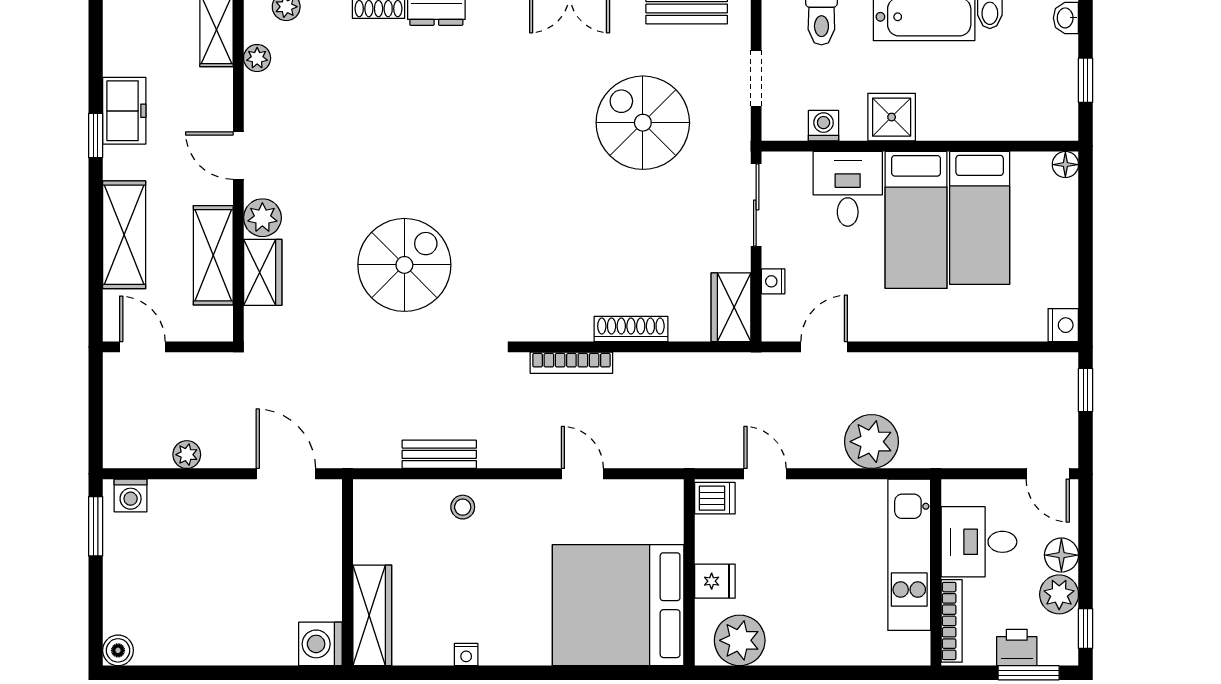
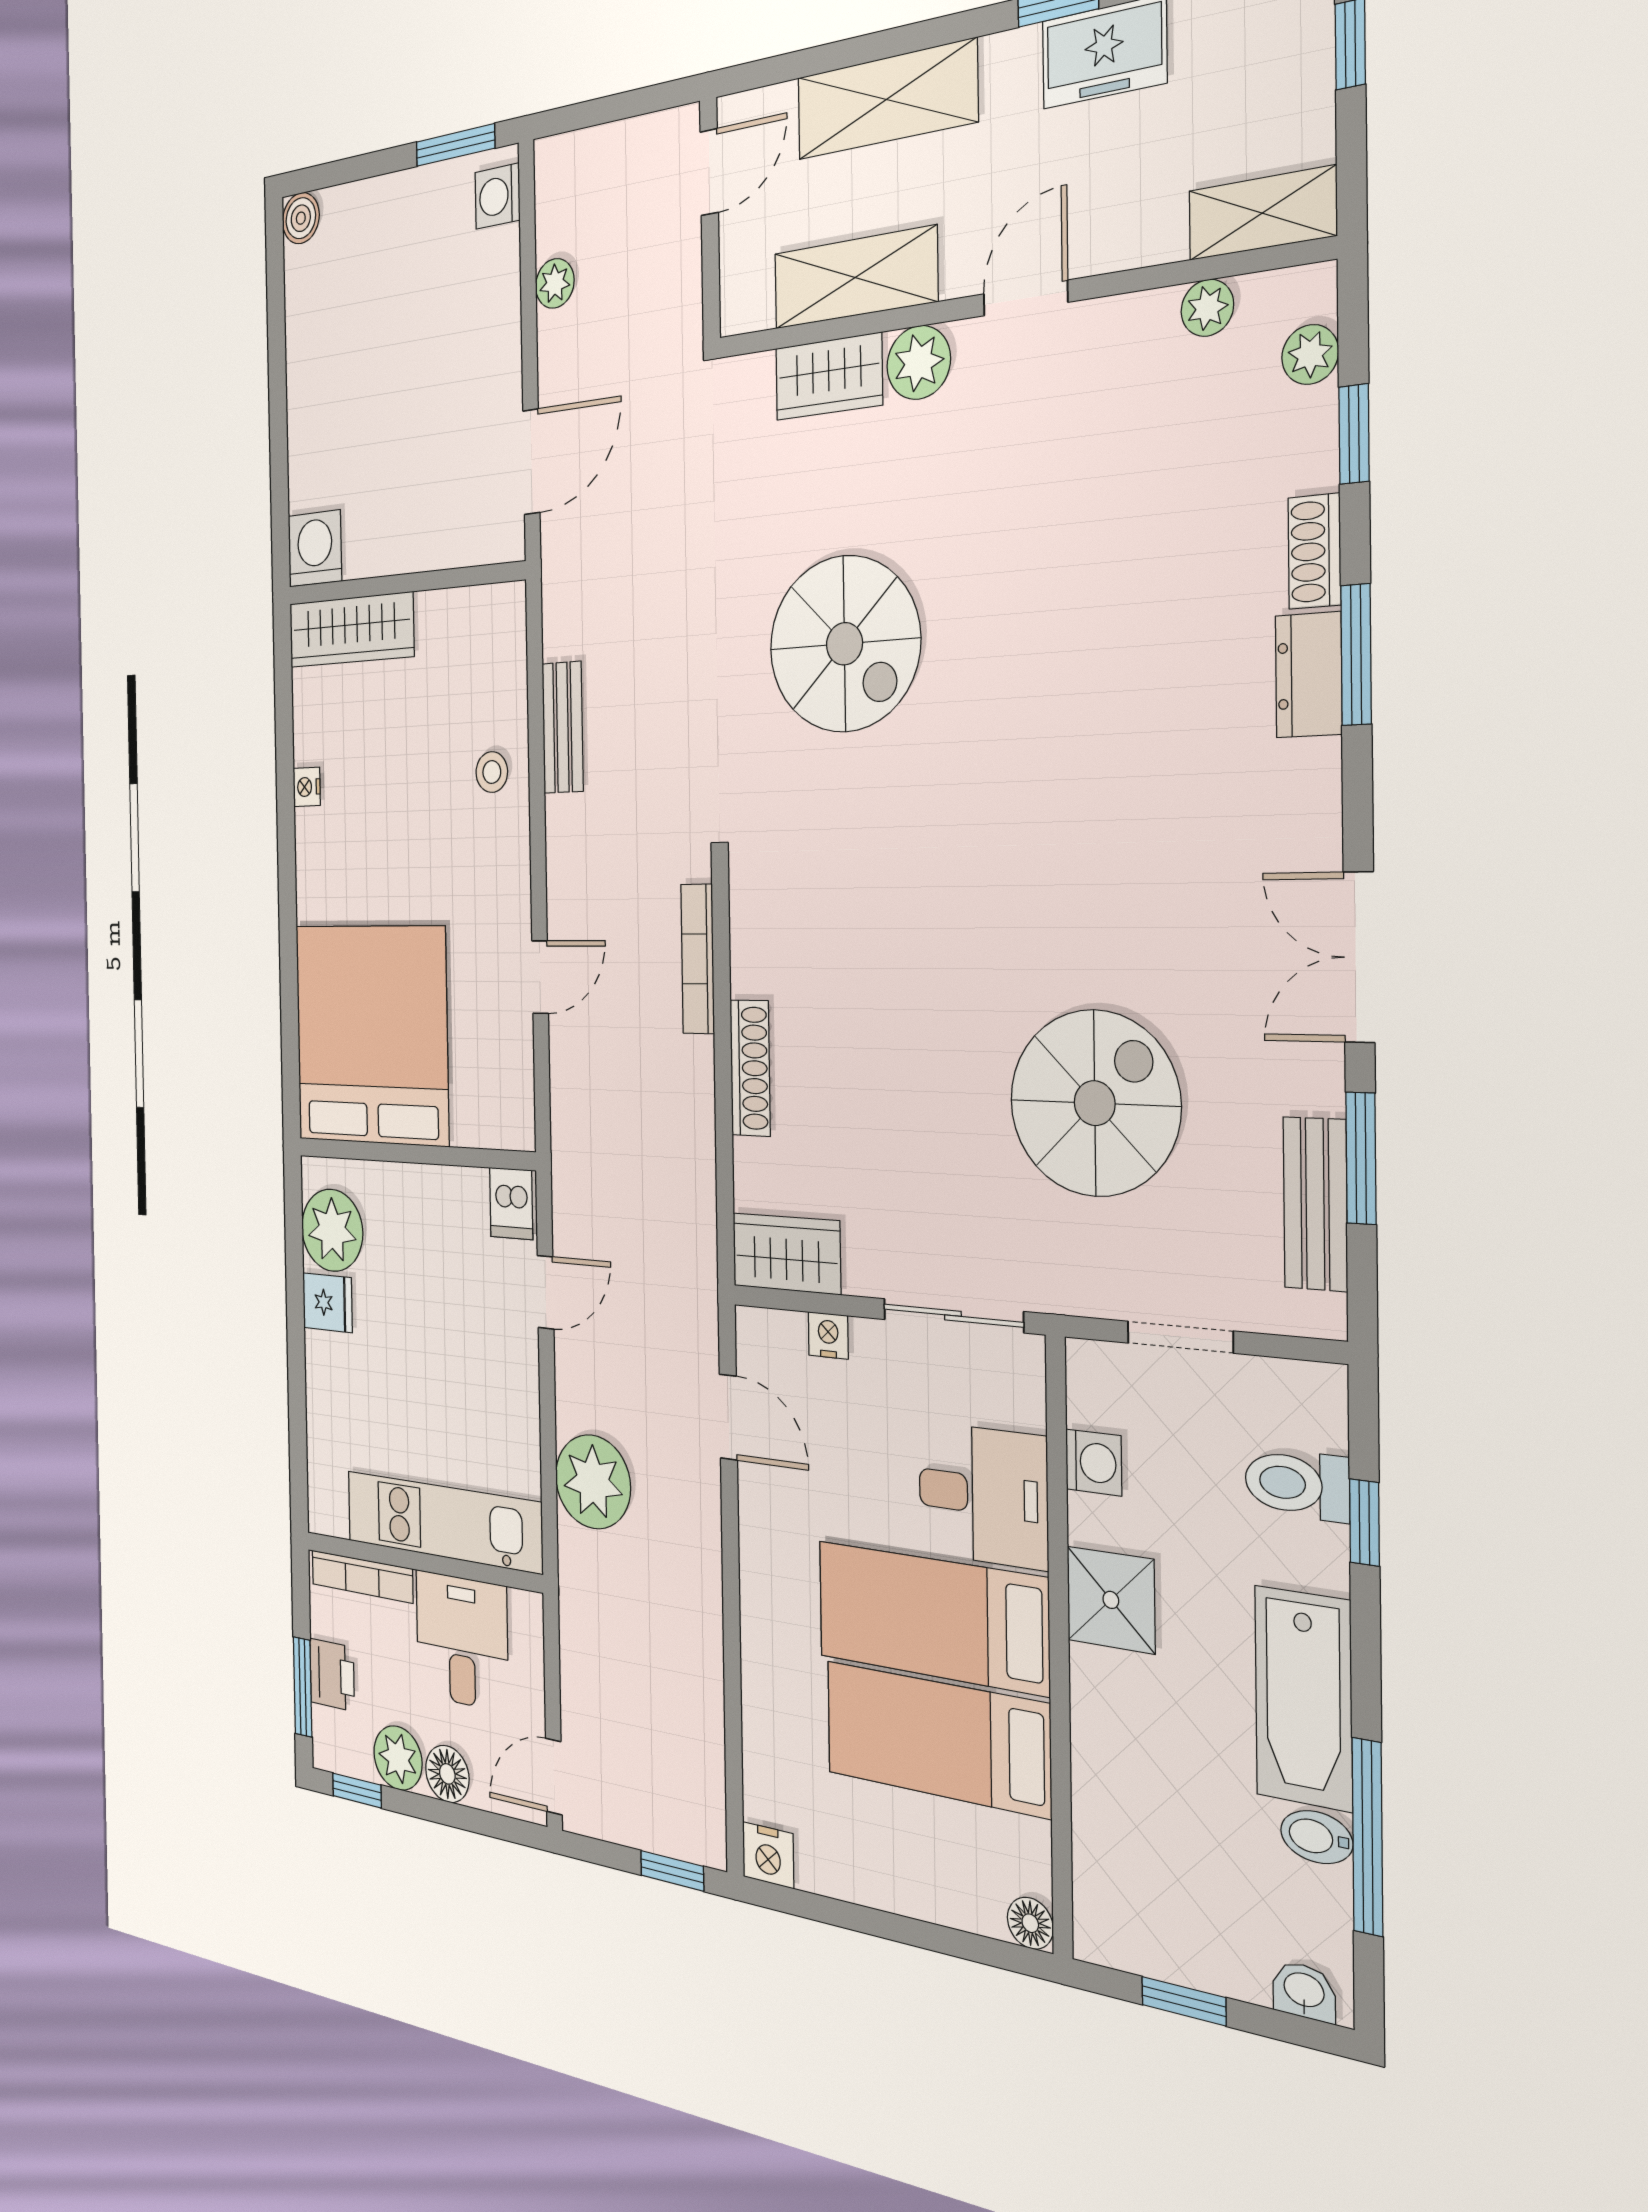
fridge: (715, 581) -> (327, 1303), moved, turned -90

